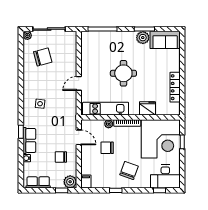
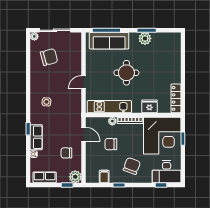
sofa: (165, 40) -> (109, 41), moved, width x1.36
locker: (175, 87) -> (176, 98), moved
filing cabinet: (86, 182) -> (104, 177), moved

